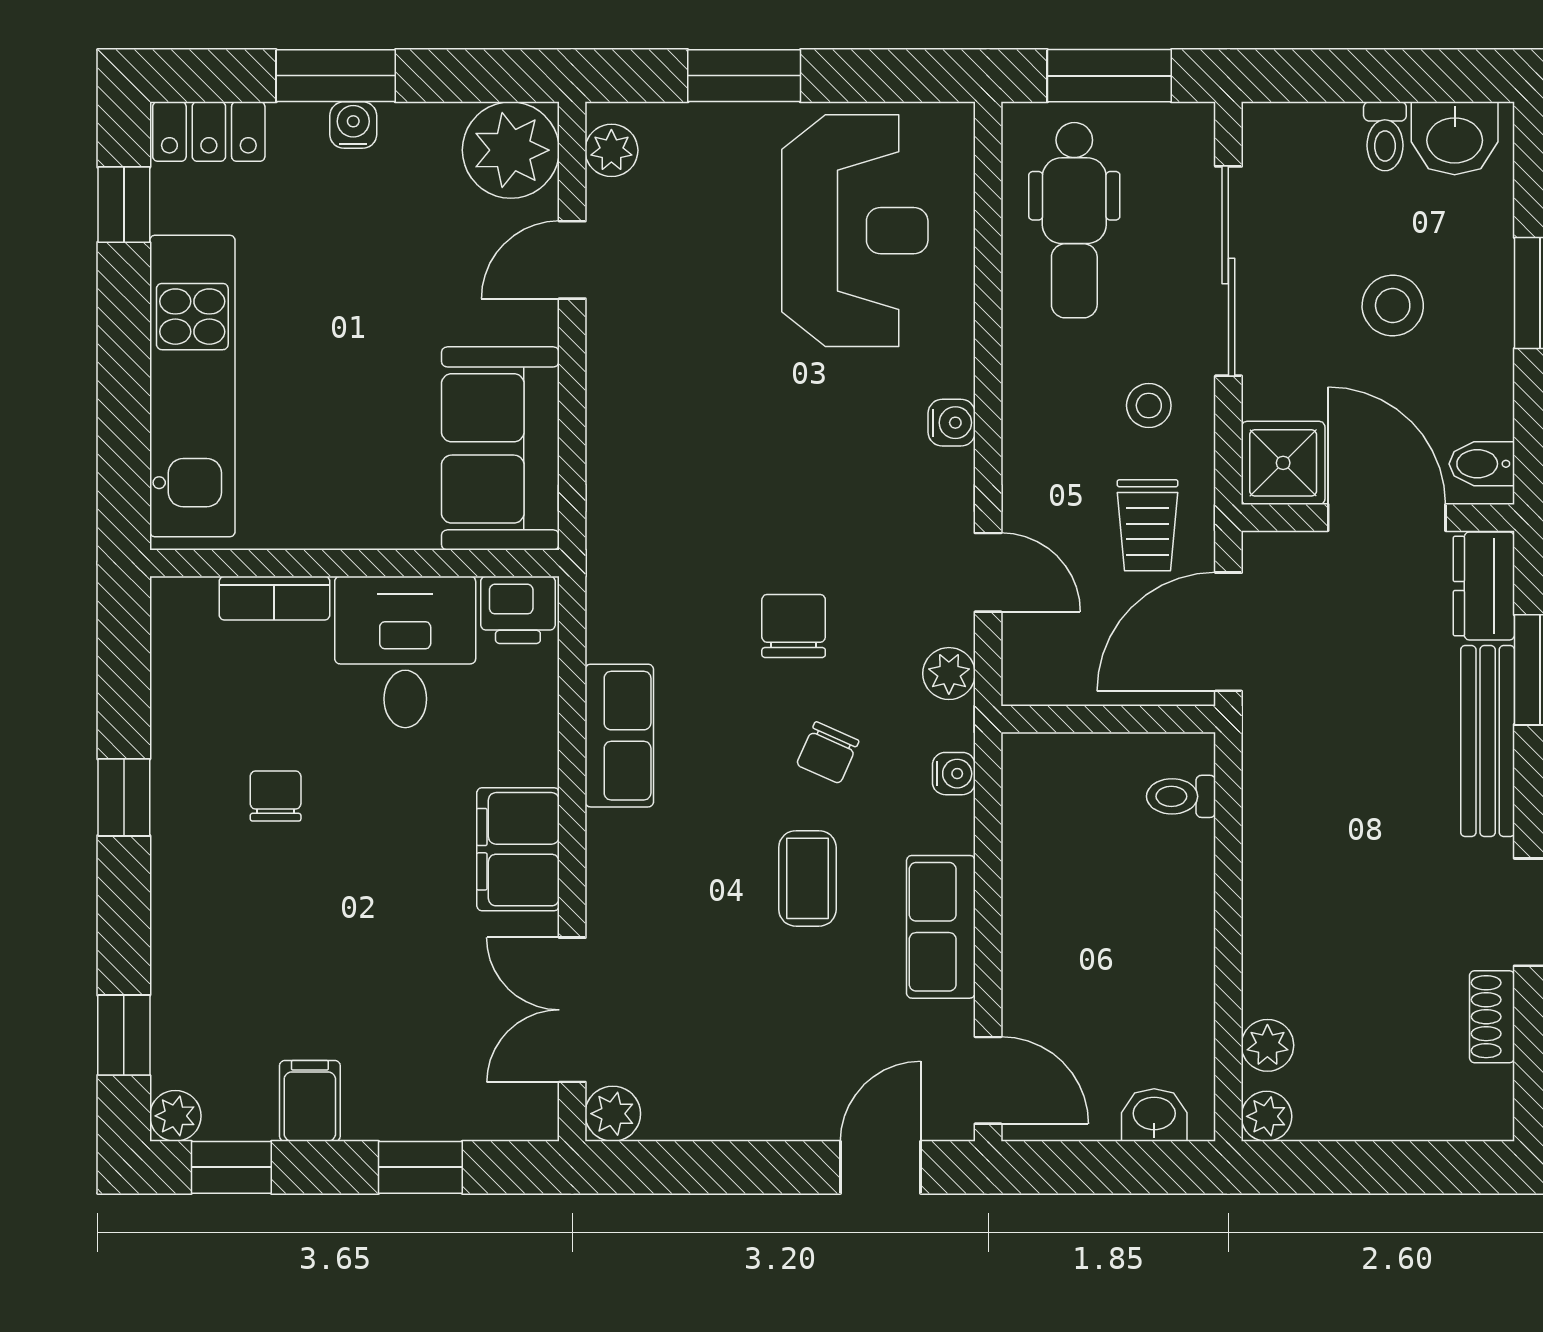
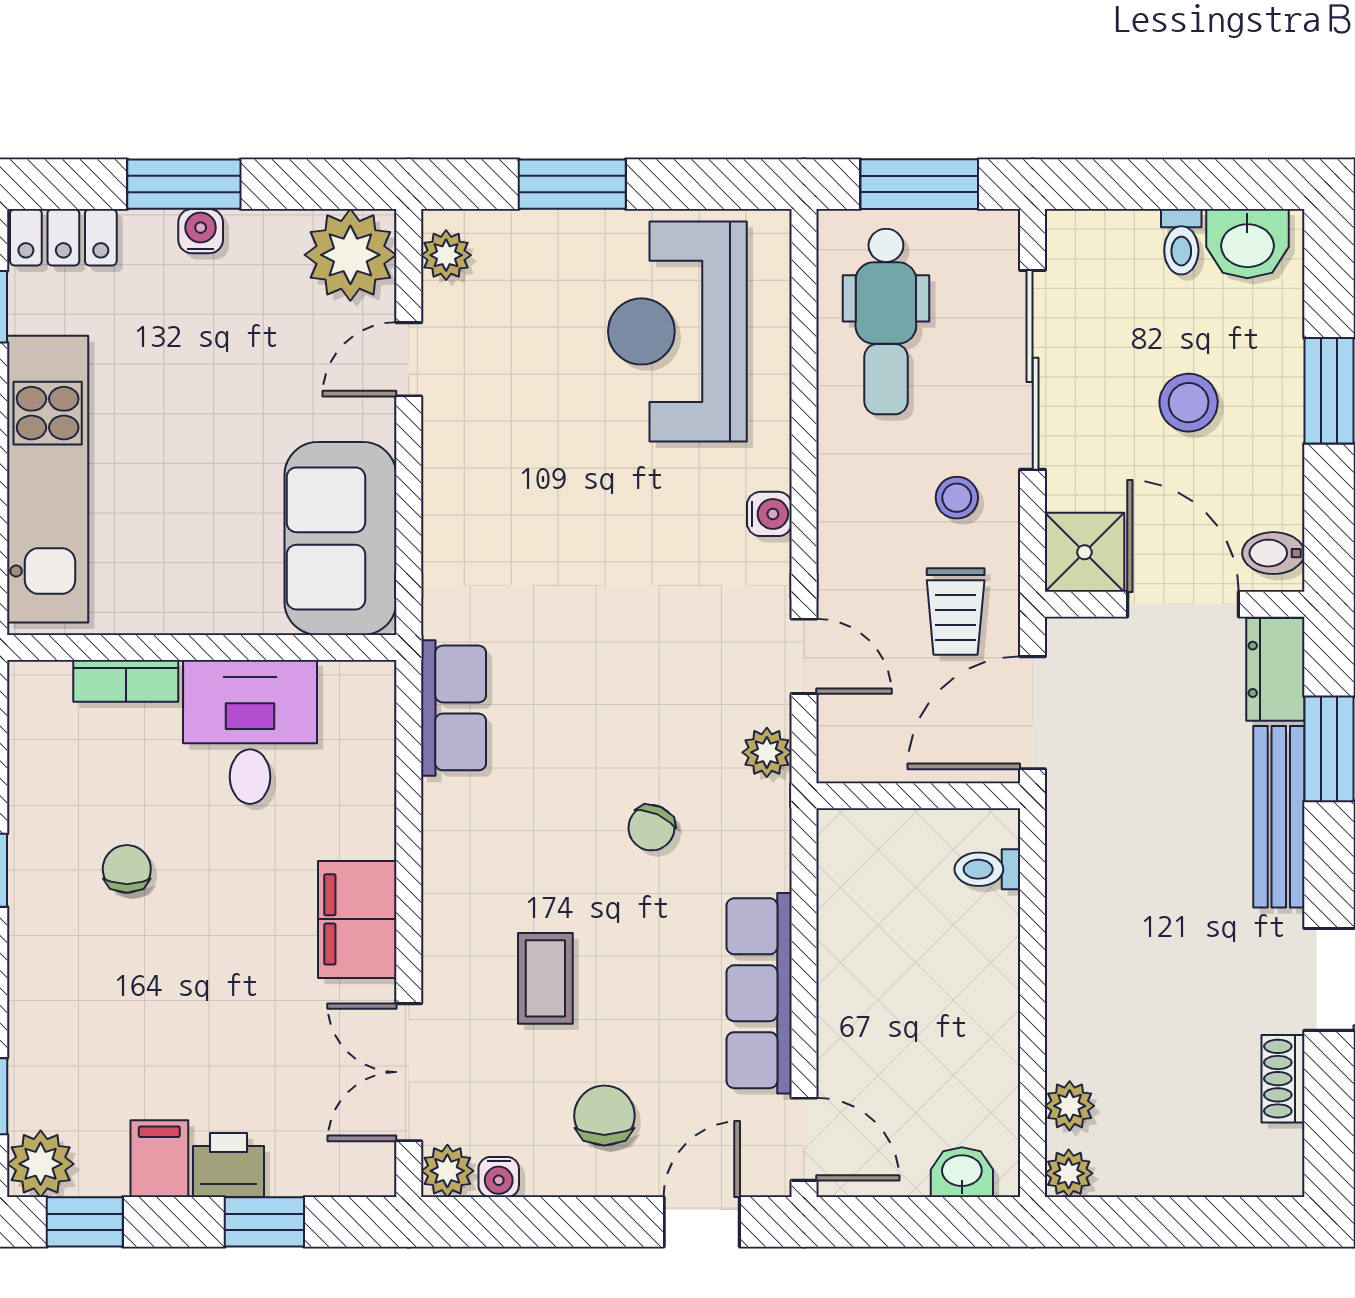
reception desk: (855, 231) -> (677, 331), turned 180
printer: (518, 610) -> (228, 1165), moved, turned 180
chair: (794, 626) -> (604, 1116), moved
row of seats: (619, 736) -> (454, 708), moved
water cooler: (954, 774) -> (499, 1177), moved, turned 90
coffee table: (807, 878) -> (545, 978), moved
row of seats: (941, 927) -> (759, 993), width x1.48
plant: (175, 1116) -> (41, 1164), width x1.38, depth x1.38

